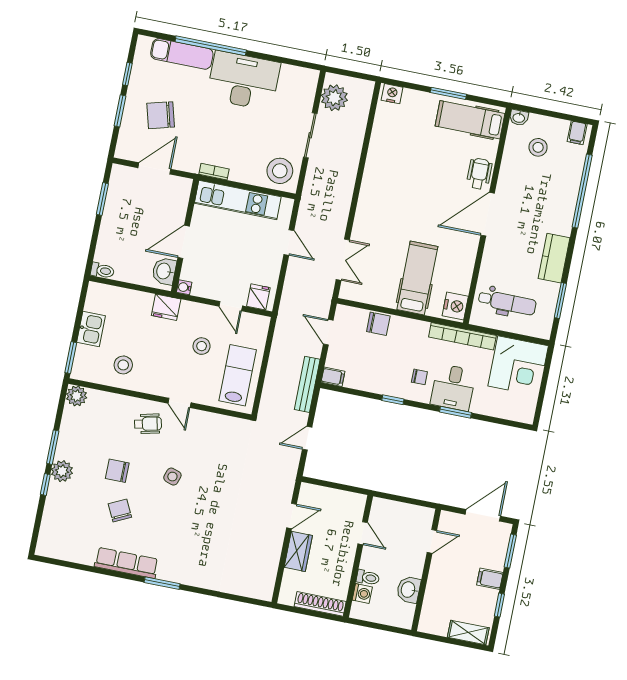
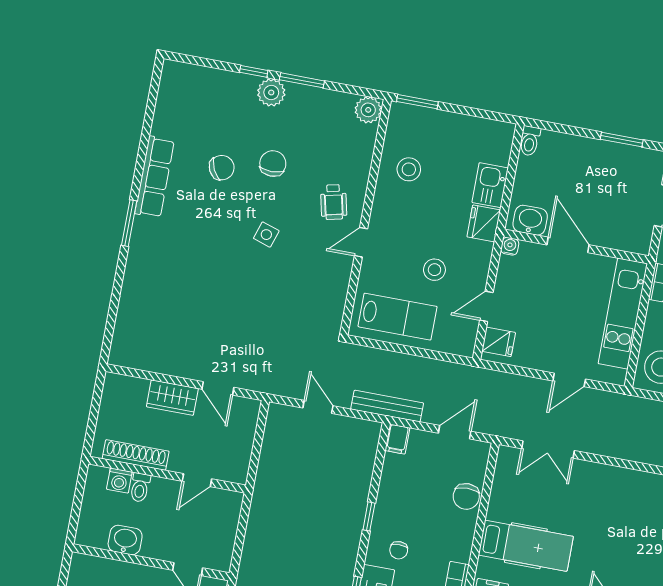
kitchen sink: (91, 329) -> (490, 185), moved, turned 90
shoe rack: (320, 604) -> (136, 455), moved, turned -90

